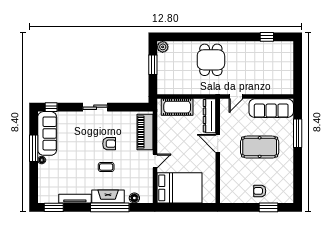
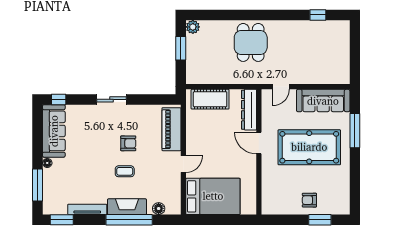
pool table: (260, 147) -> (309, 147), width x1.36, depth x1.32
window: (34, 148) -> (38, 185), moved

